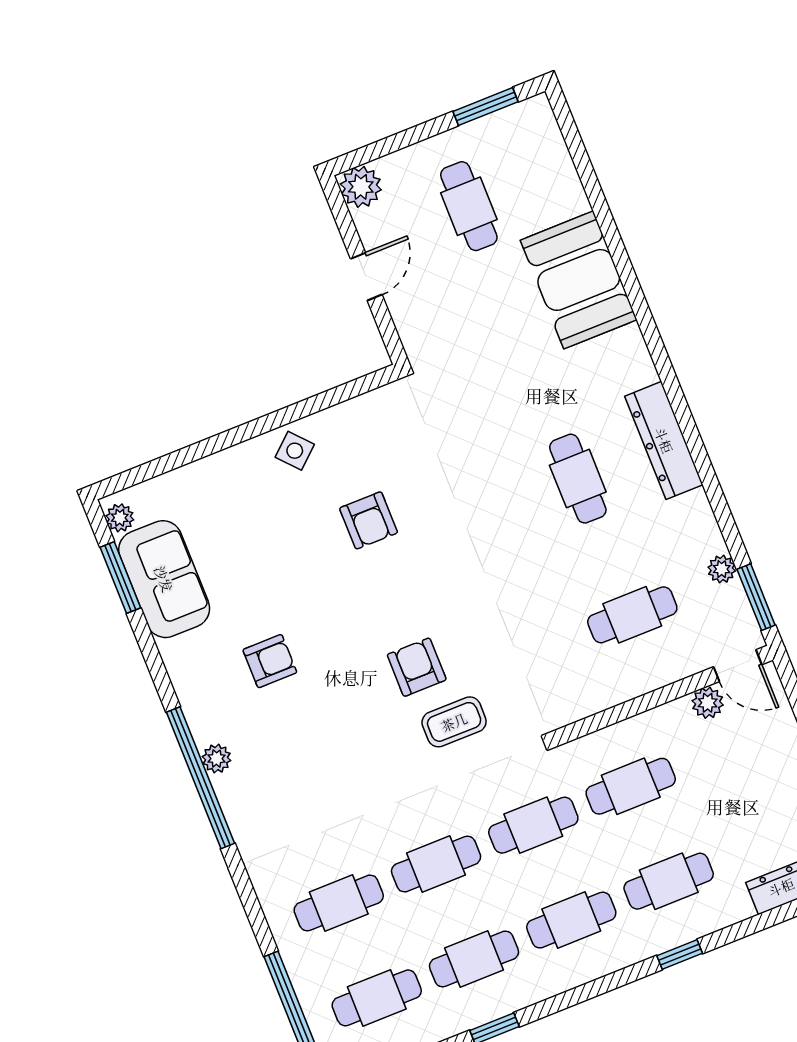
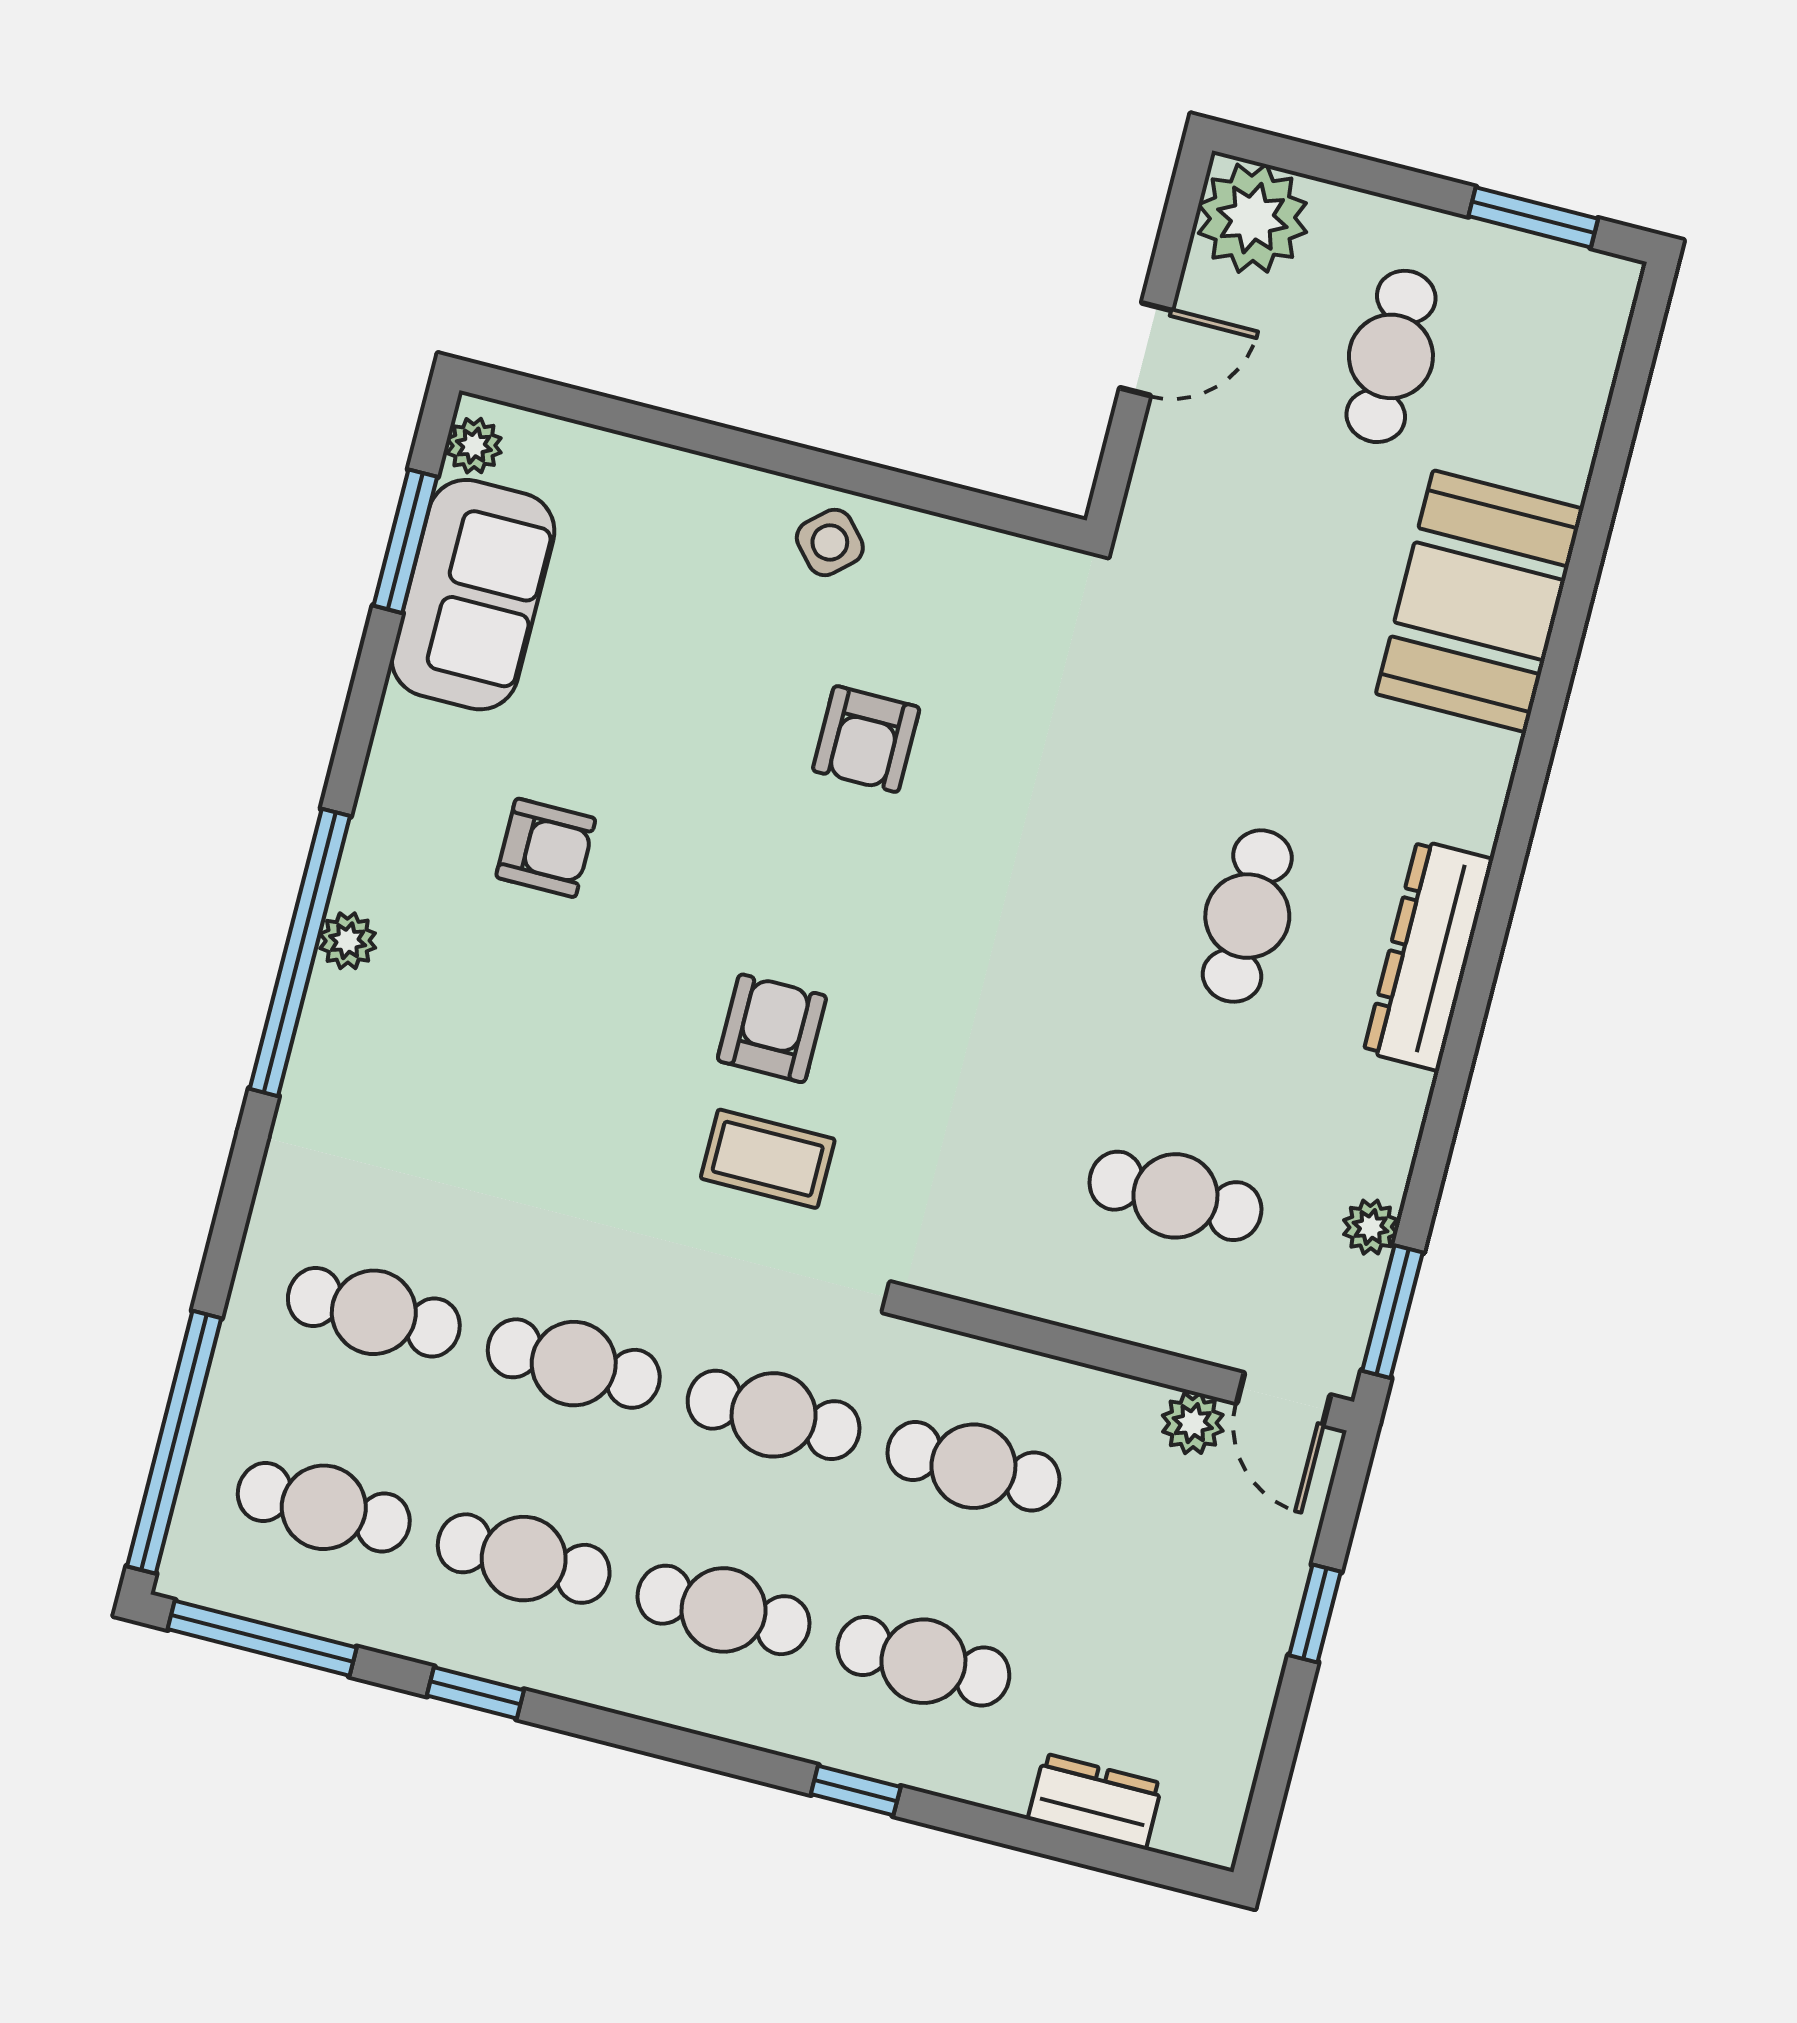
plant: (361, 187) -> (1252, 218), width x1.36, depth x1.36

